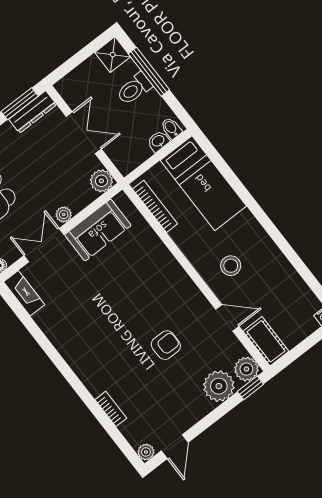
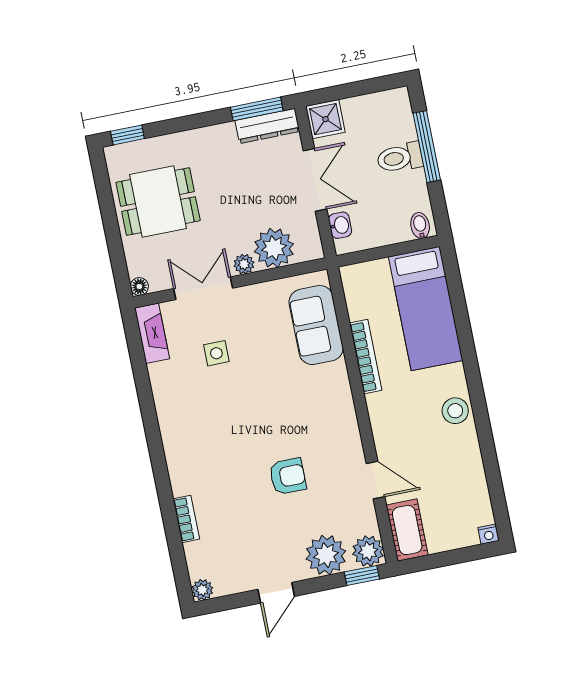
shower: (113, 55) -> (325, 119), moved
washbasin: (158, 141) -> (340, 225), moved, turned 90
plant: (101, 181) -> (274, 248), moved, width x1.36, depth x1.36
bookcase: (155, 206) -> (366, 357), moved
sofa: (98, 230) -> (316, 325), moved, turned 90
stool: (231, 266) -> (455, 411), moved
side table: (75, 285) -> (216, 353), added
door: (175, 447) -> (276, 593), moved

